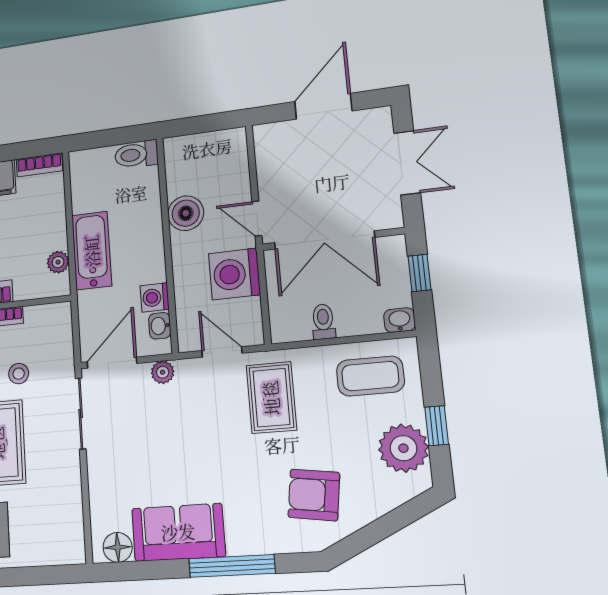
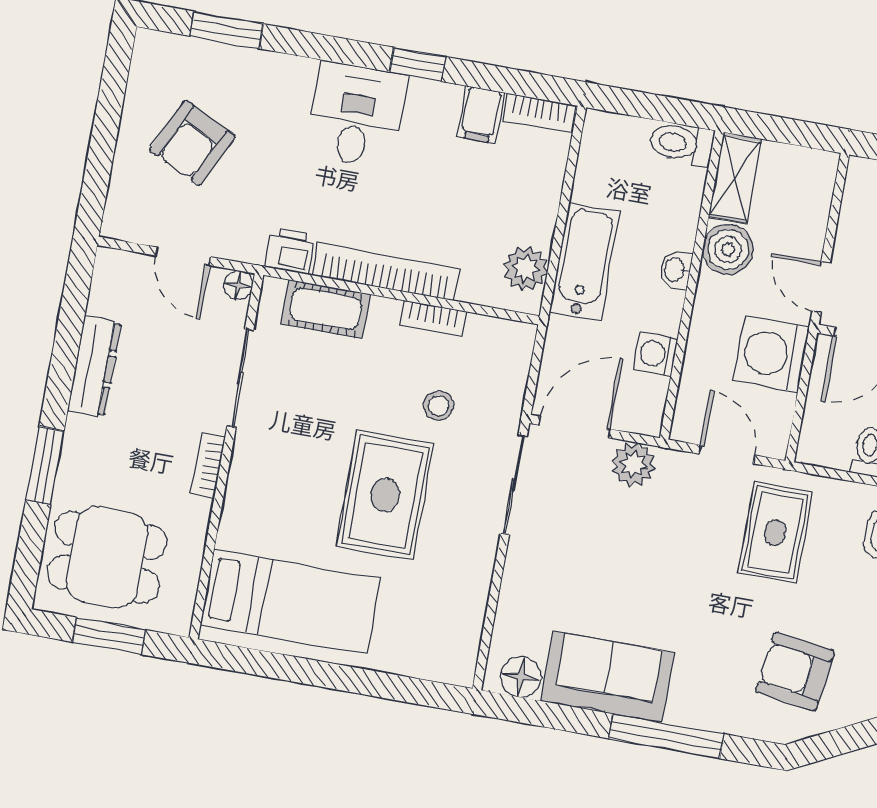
shelving: (178, 165) -> (735, 178), added
plant: (58, 262) -> (526, 268), width x1.38, depth x1.38
washbasin: (160, 326) -> (675, 270), moved
plant: (163, 372) -> (634, 464), width x1.38, depth x1.38

